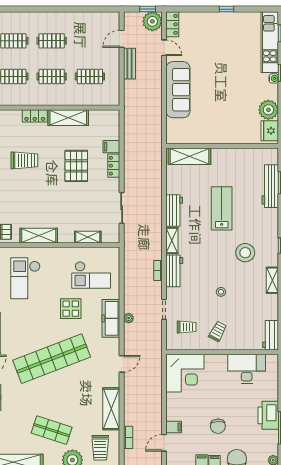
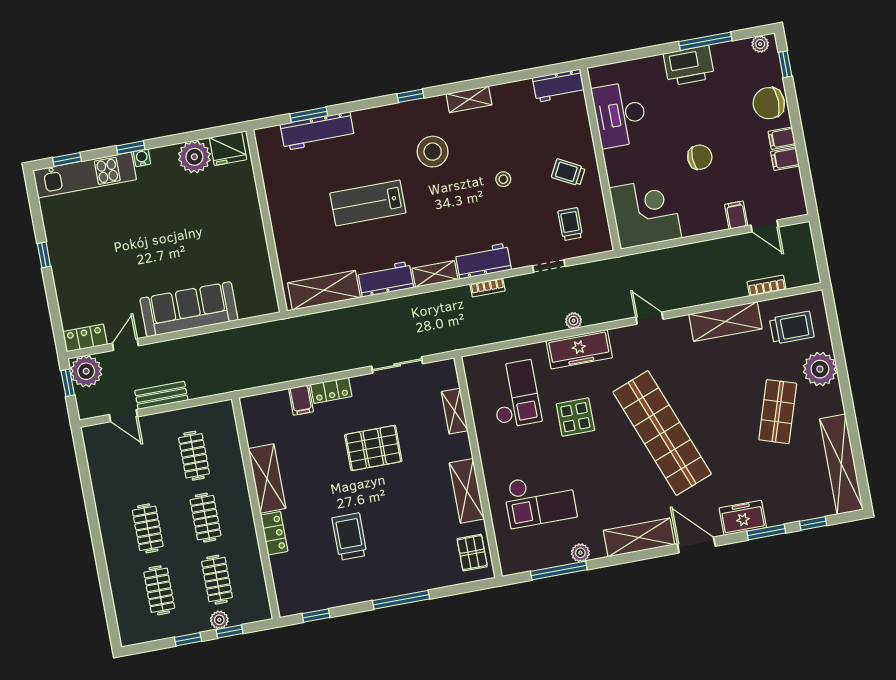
shelving: (190, 156) -> (324, 290), moved, turned 90
pallet: (76, 166) -> (373, 448), moved
chair: (218, 426) -> (700, 157), moved

